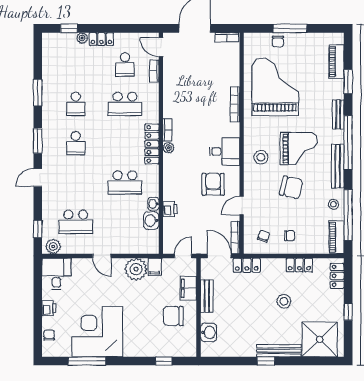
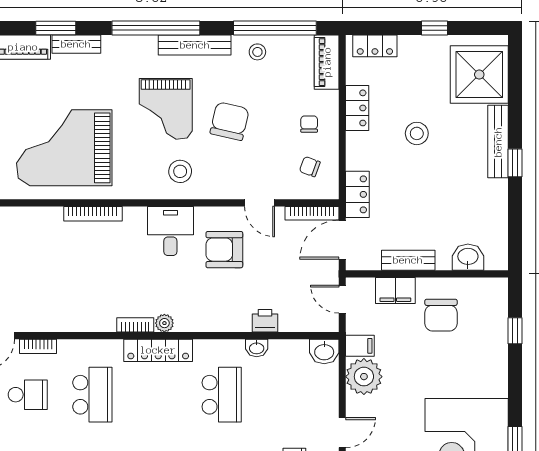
bench: (338, 114) -> (76, 44), moved
grand piano: (299, 149) -> (166, 109), turned 180
washbasin: (151, 221) -> (324, 351), moved
piano: (336, 237) -> (327, 62), moved, turned 90

